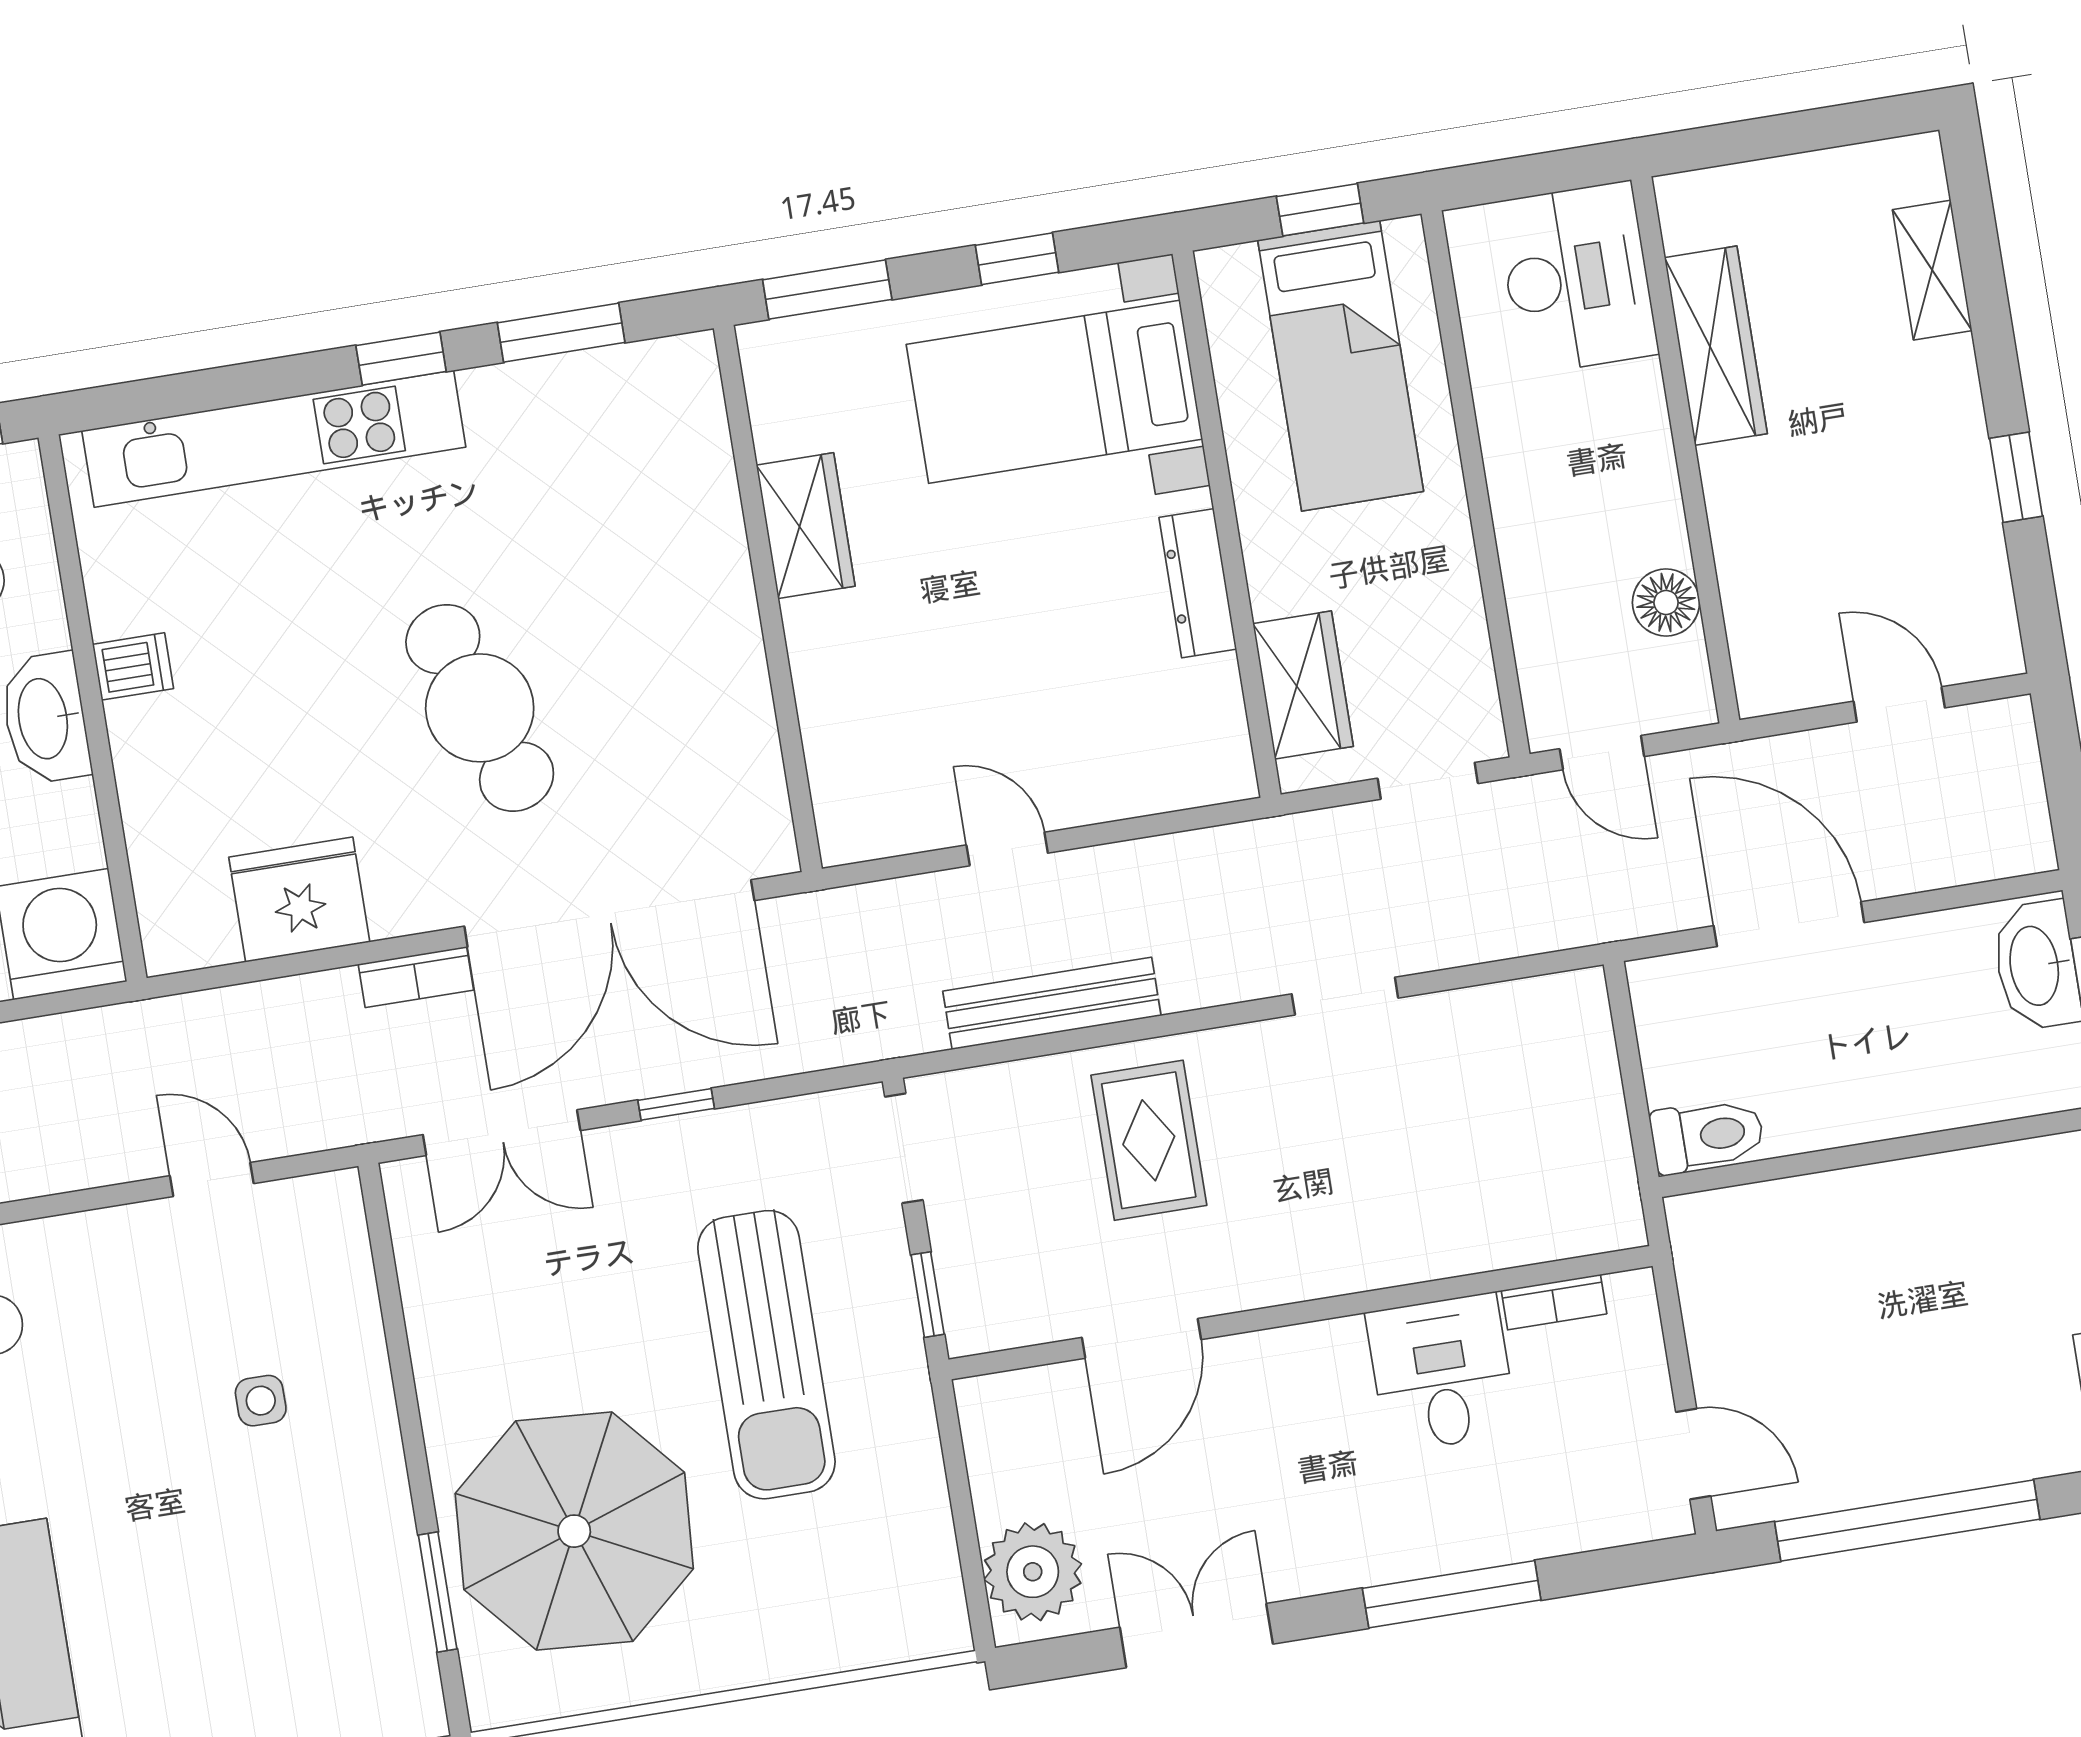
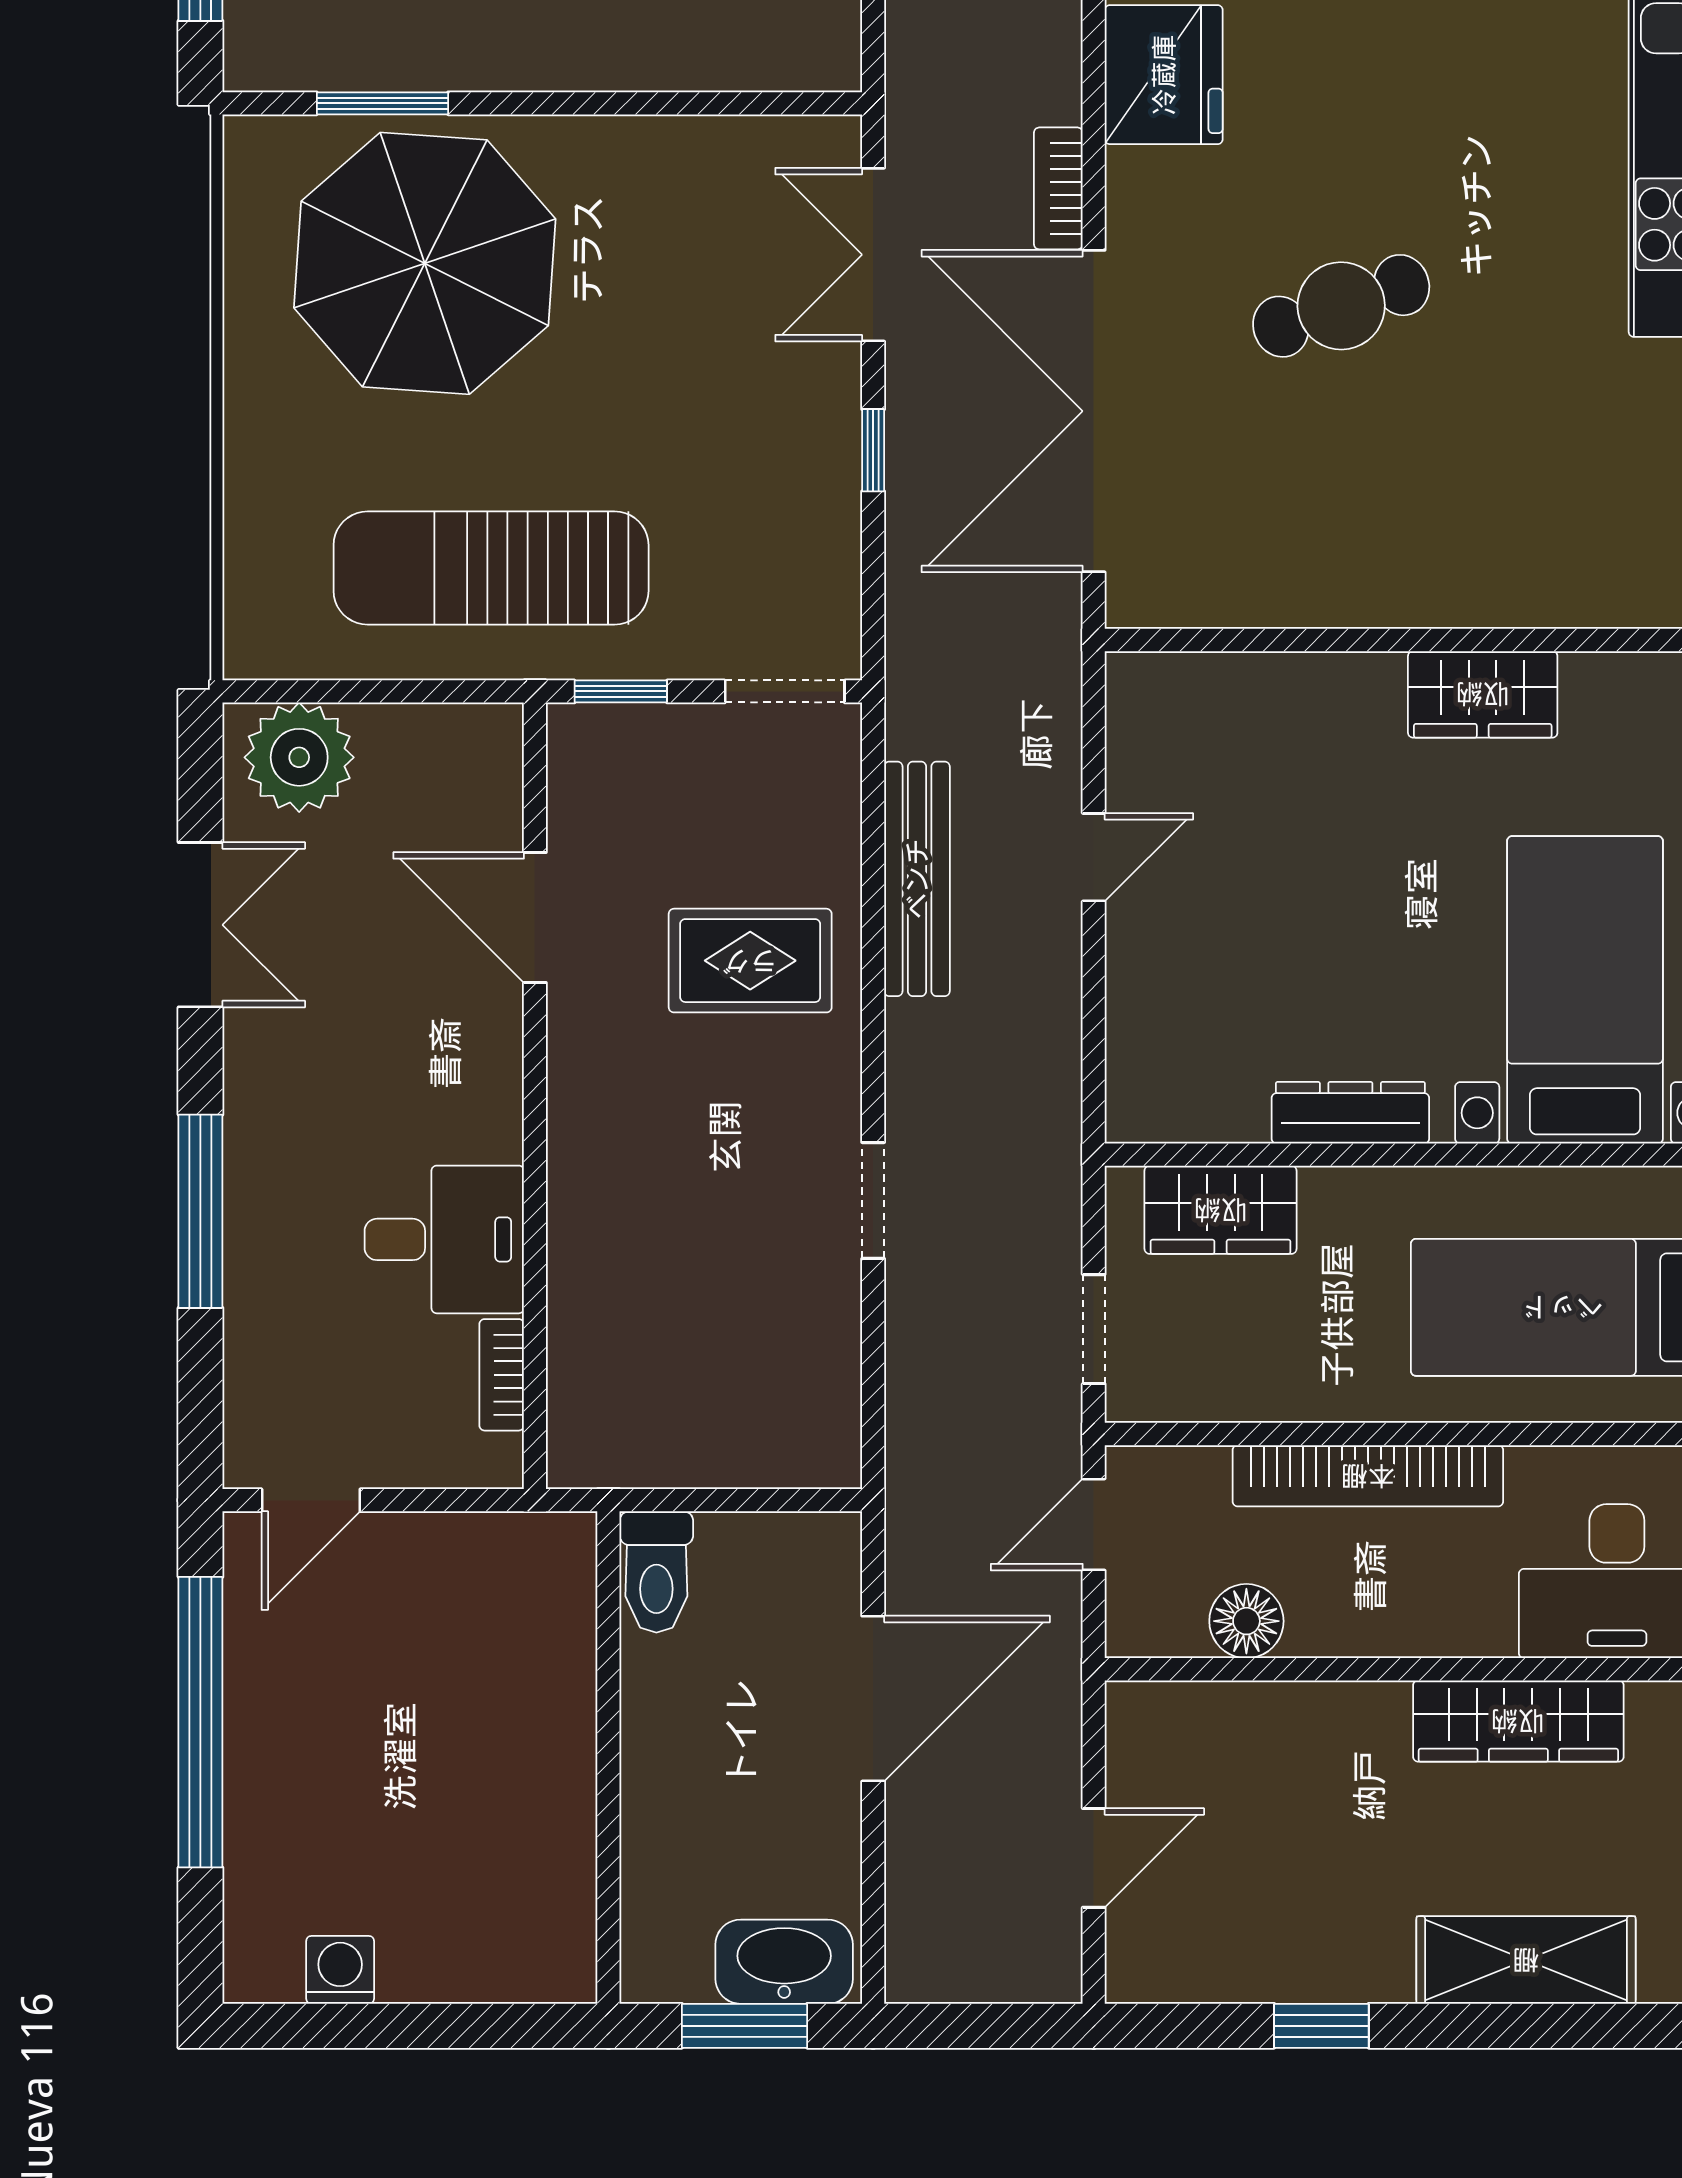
shelving: (1932, 270) -> (1526, 1960), width x1.50, depth x1.33
bookcase: (1519, 515) -> (1368, 1476), added
cafe table: (480, 708) -> (1341, 306), width x0.73, depth x0.74
sun lounger: (766, 1355) -> (491, 568), moved

